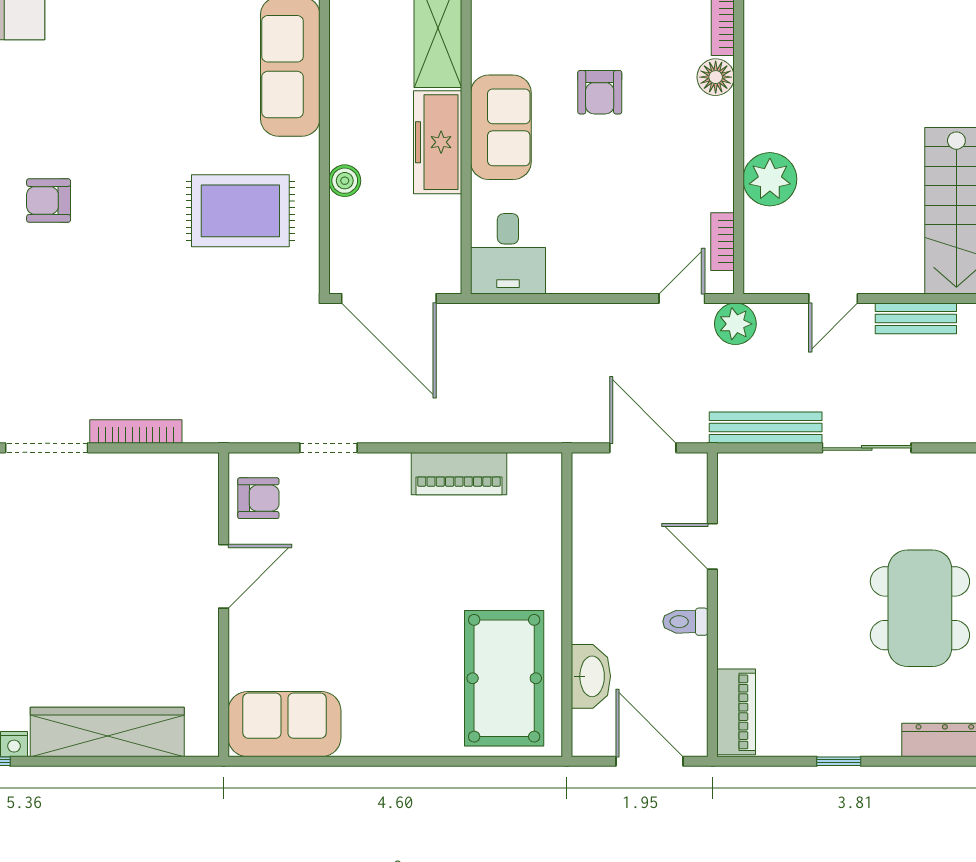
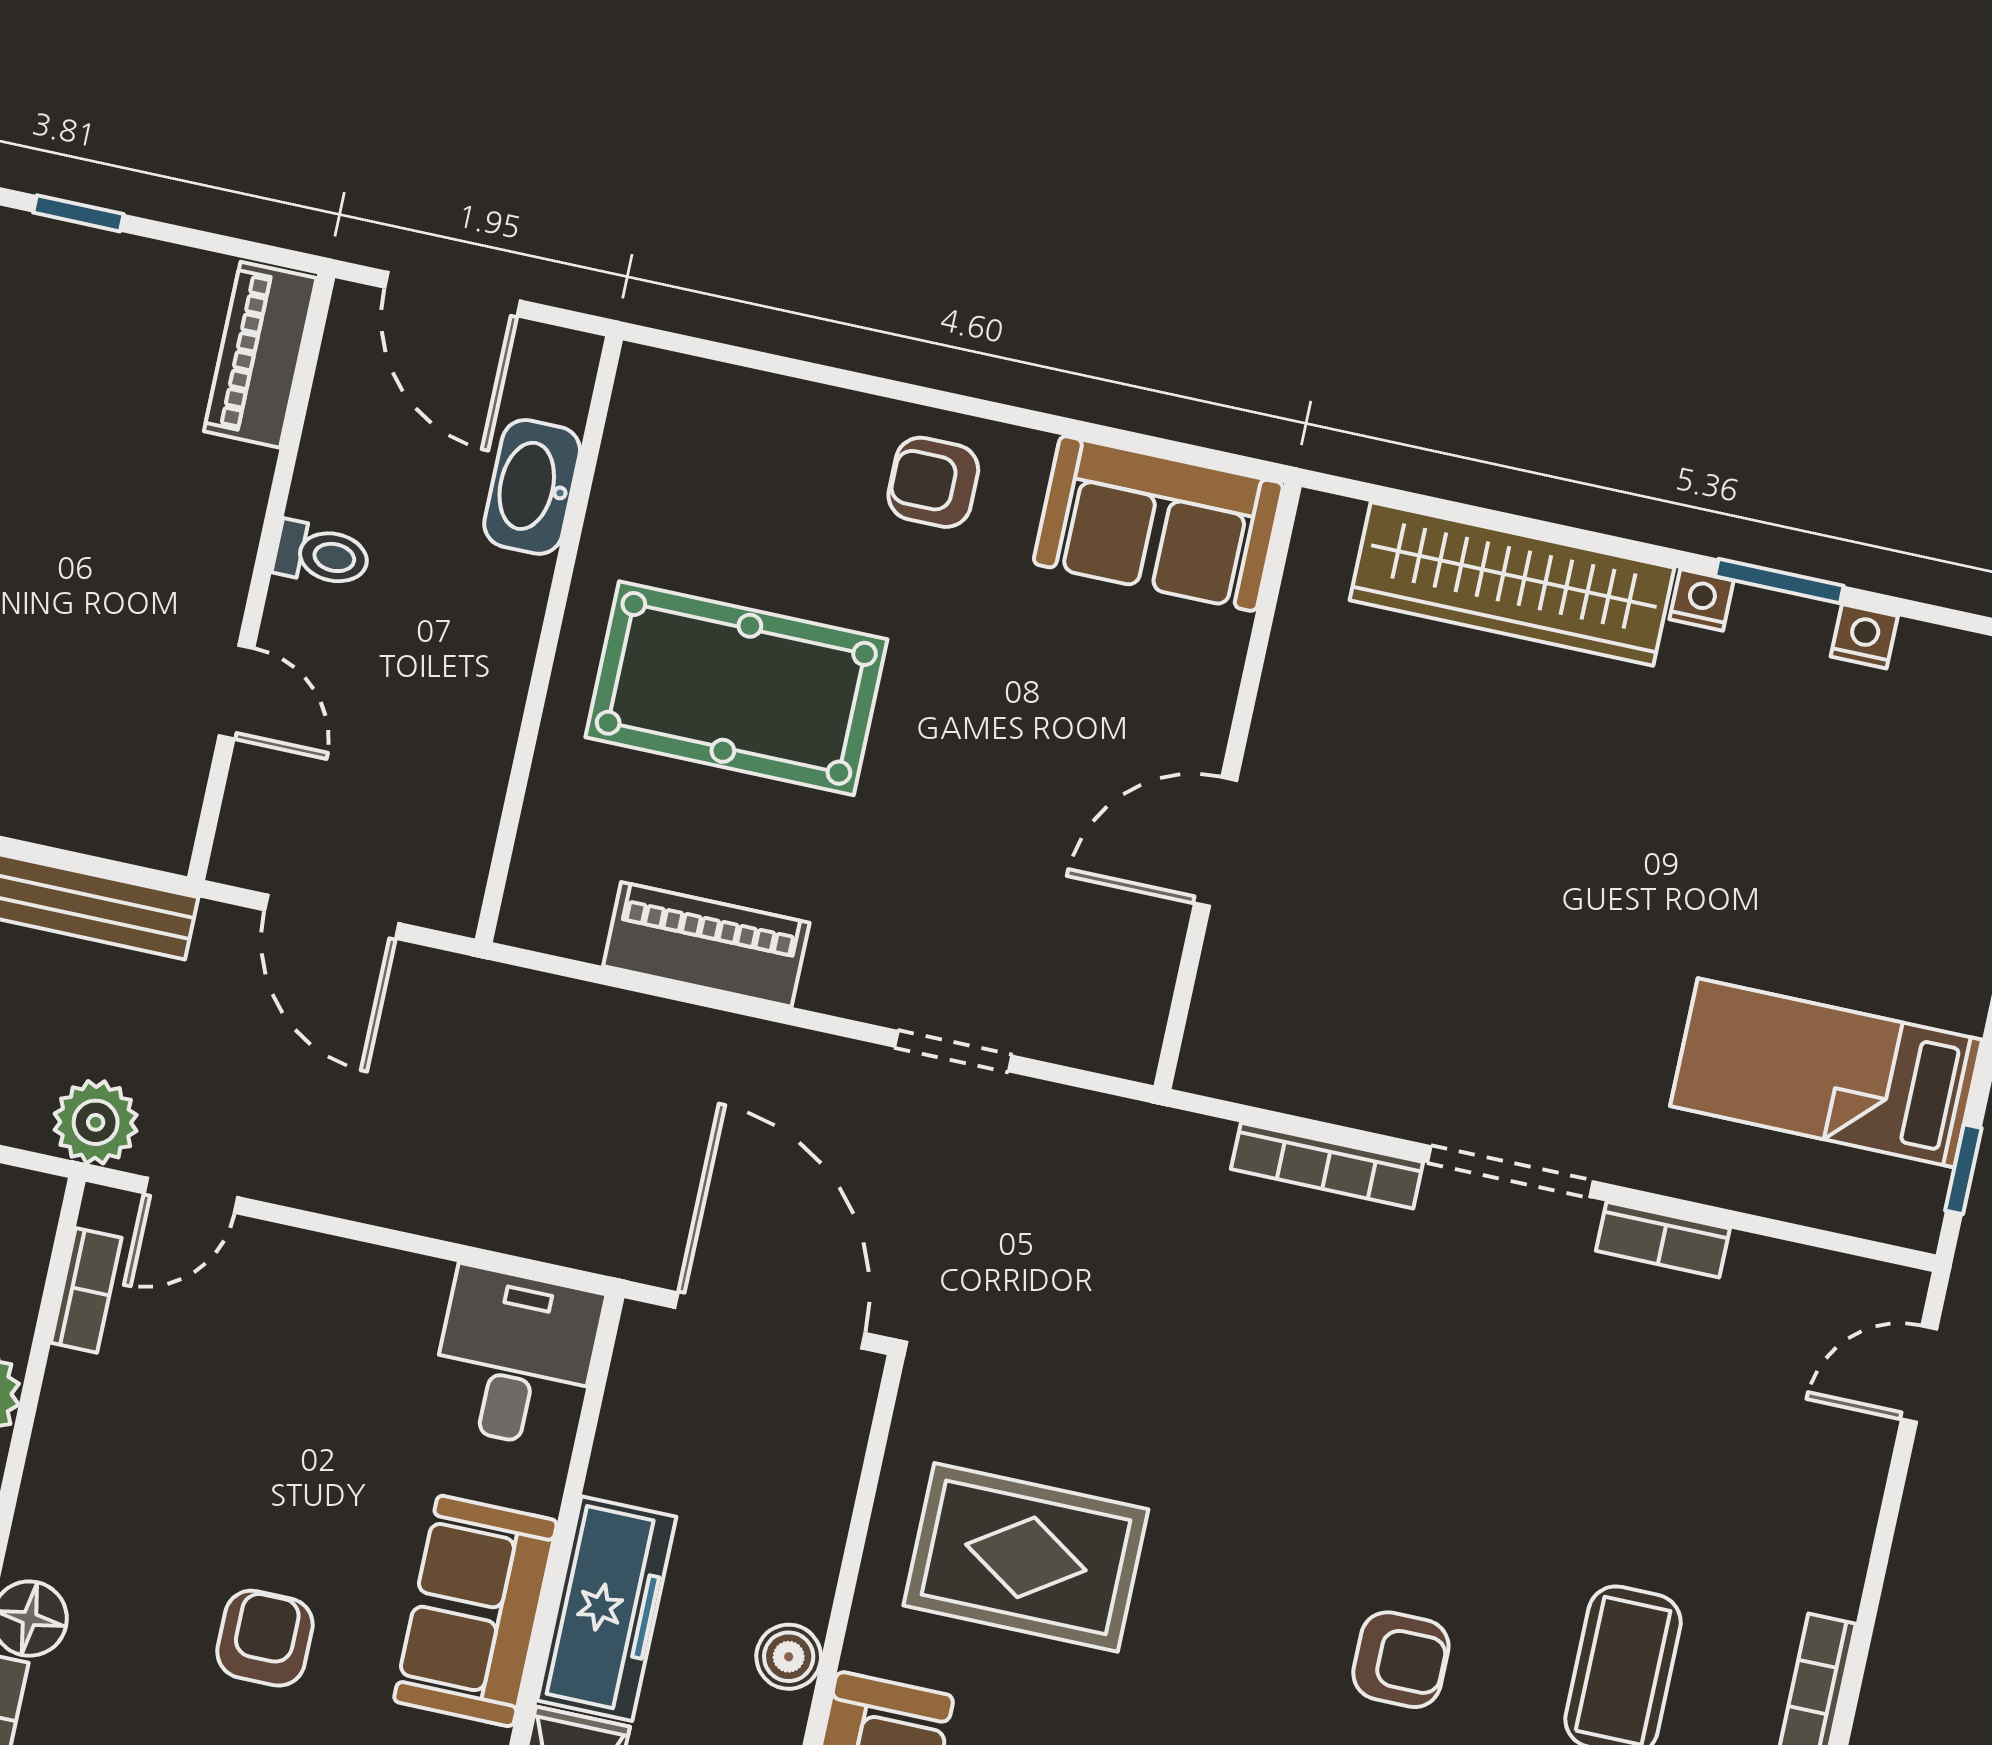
boiler: (345, 181) -> (789, 1657), moved
armchair: (258, 498) -> (933, 482), moved
pool table: (504, 678) -> (736, 688), moved, turned 90

